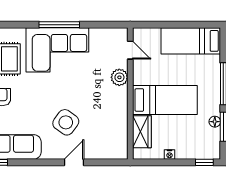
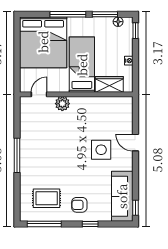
bed: (191, 41) -> (43, 42), width x2.04
corner sofa: (57, 50) -> (39, 157), removed
side table: (66, 122) -> (101, 150), turned -36
floor lamp: (215, 122) -> (118, 22), moved

